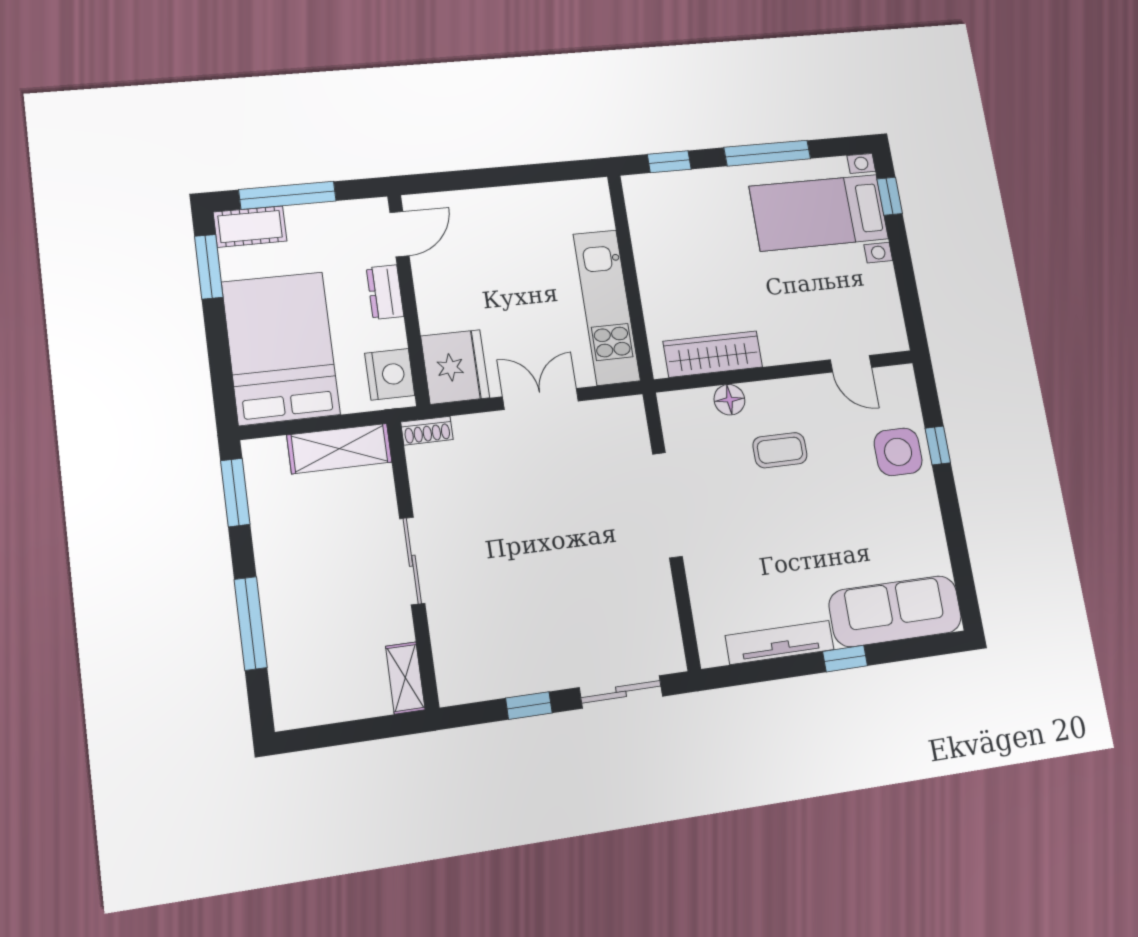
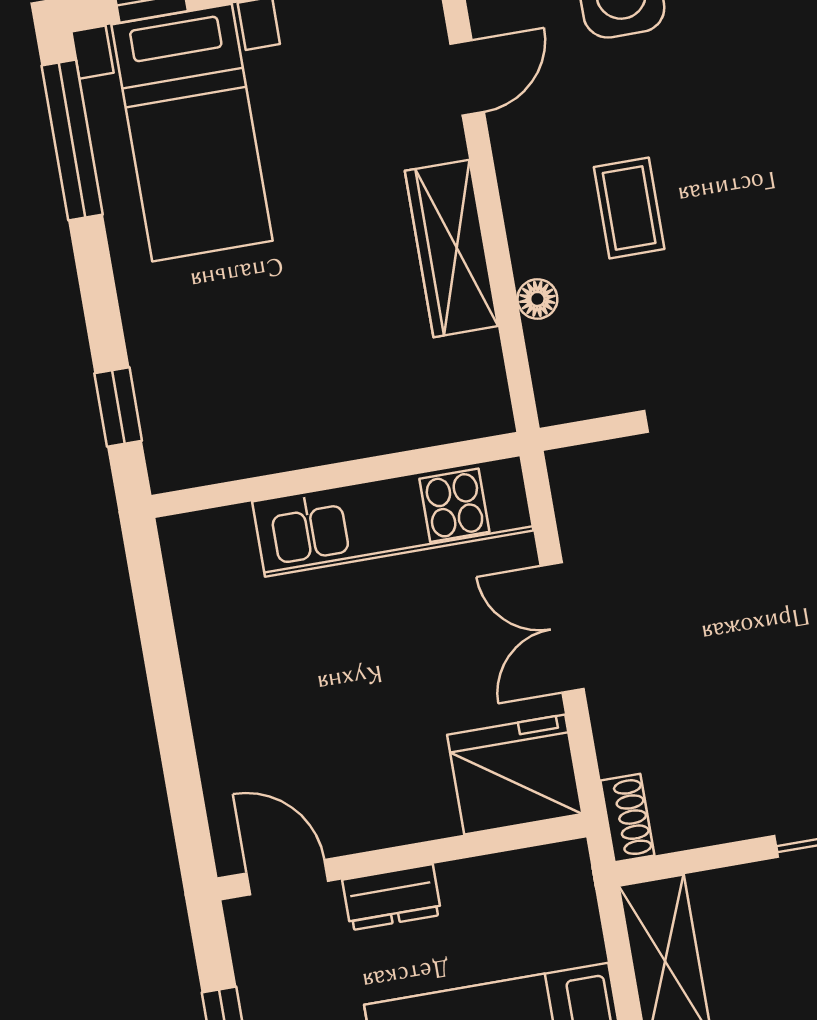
window: (767, 153) -> (72, 140), moved
wardrobe: (713, 354) -> (452, 248), moved
nightstand: (390, 374) -> (534, 884), removed
floor lamp: (729, 400) -> (537, 299), width x0.73, depth x0.73

